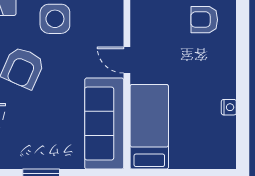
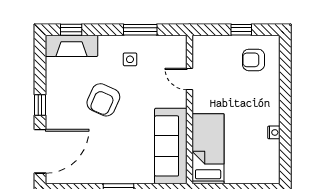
side table: (55, 19) -> (130, 59), width x0.54, depth x0.54
door: (127, 60) -> (190, 79), moved

